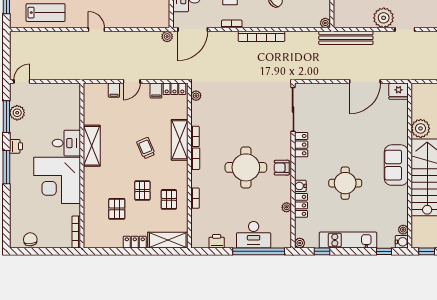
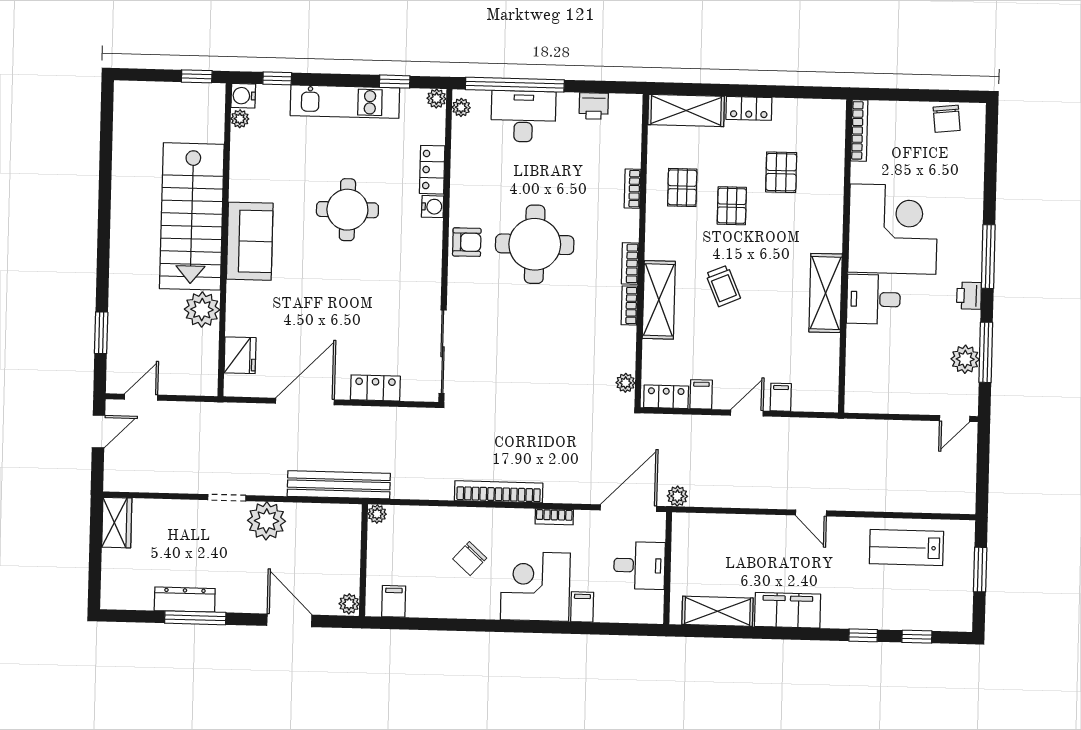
fridge: (398, 91) -> (240, 355), moved, turned 90
locker: (301, 145) -> (375, 388), moved, turned 90
plant: (287, 207) -> (461, 107), moved

